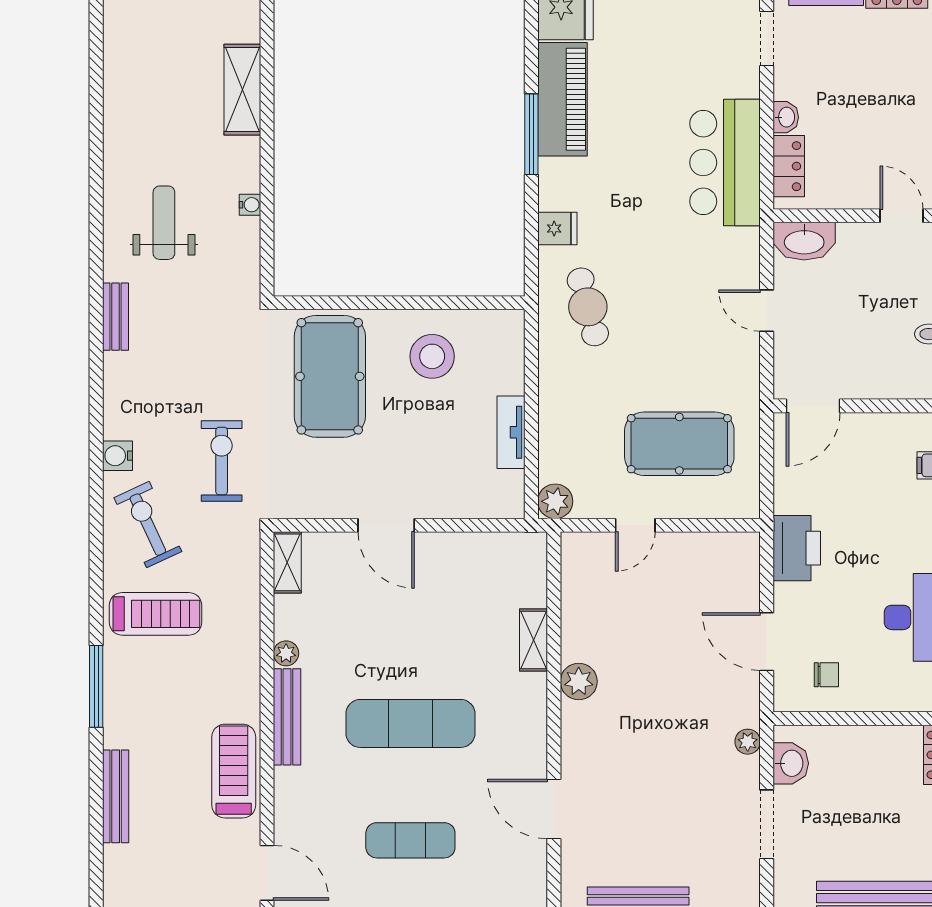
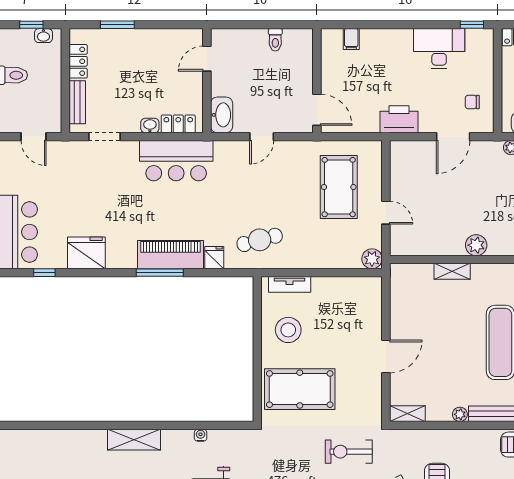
piano: (563, 99) -> (170, 255), moved
tv unit: (511, 432) -> (290, 284), moved
chair: (826, 675) -> (472, 102), turned -90

